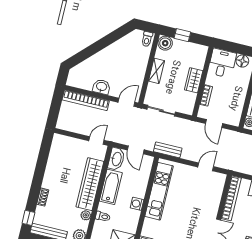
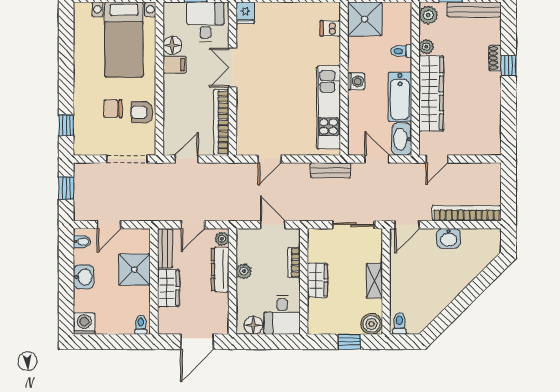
plant: (240, 98) -> (244, 271), added
window: (28, 218) -> (508, 66), moved

